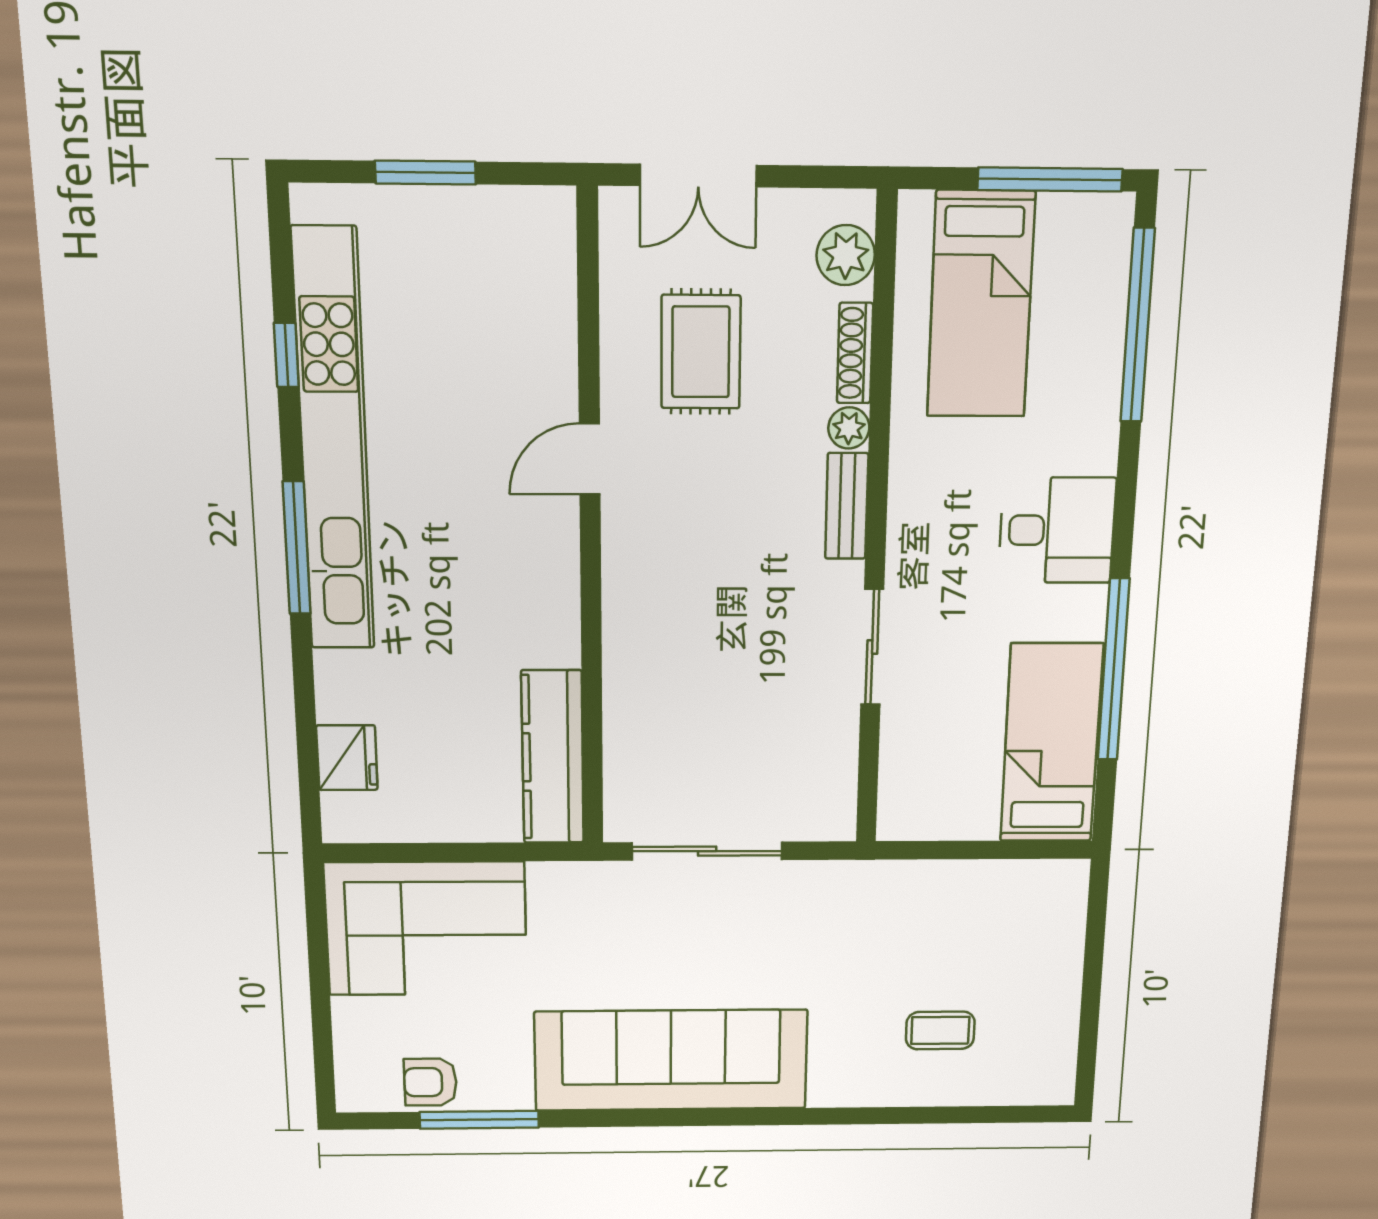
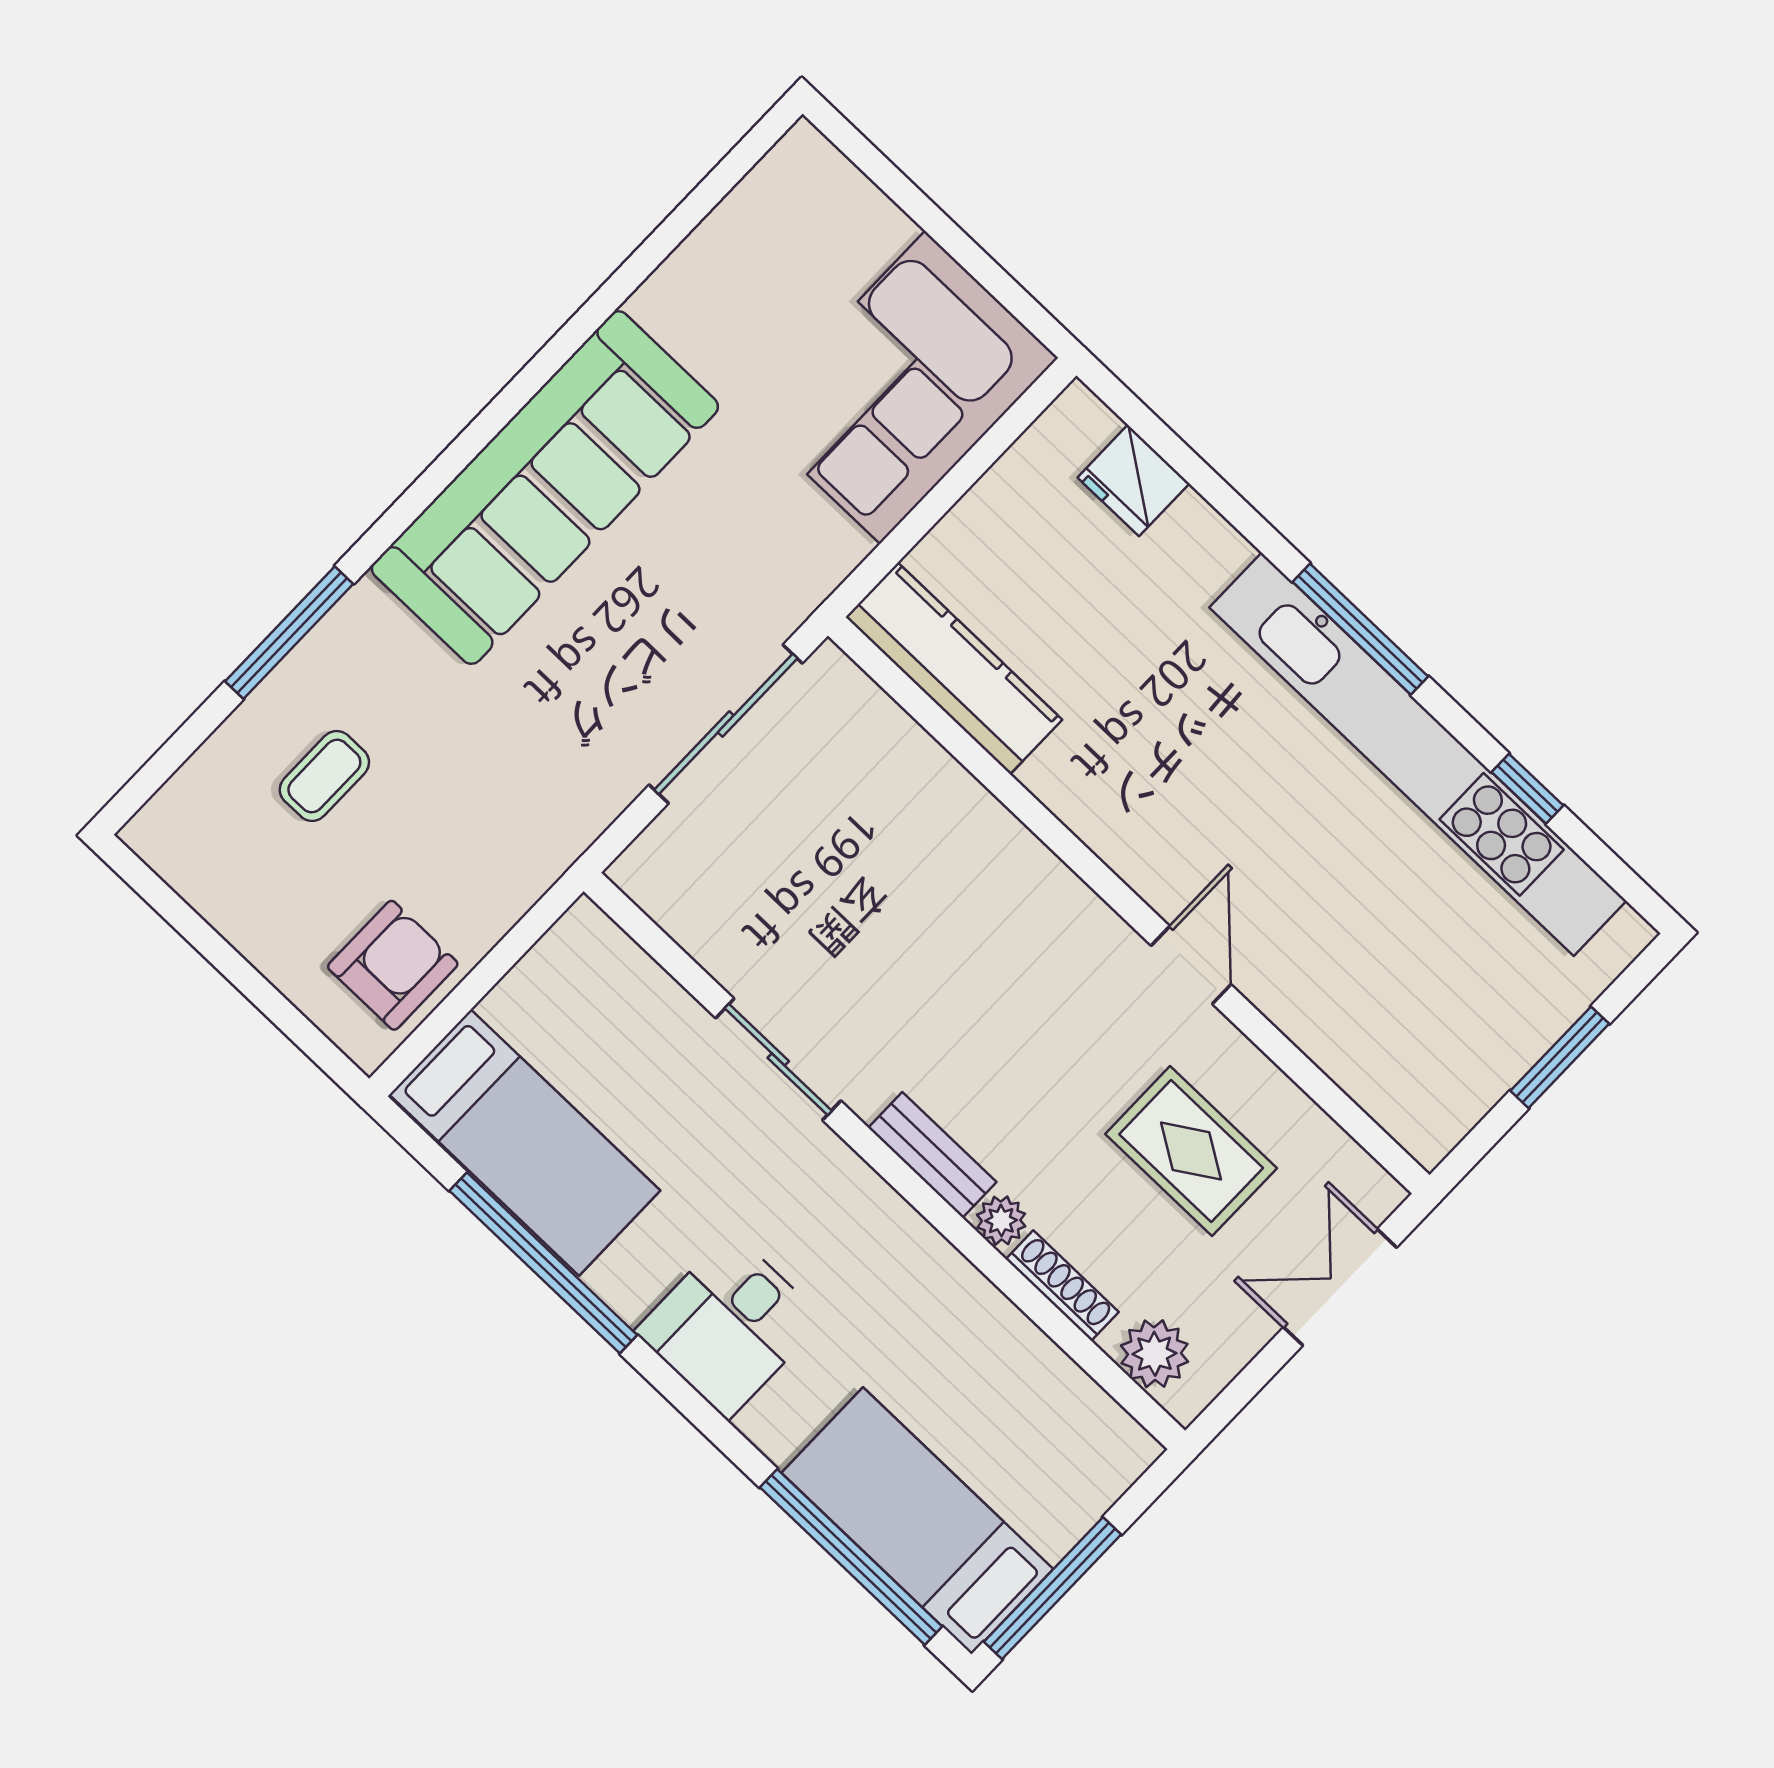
bed: (981, 305) -> (917, 1521), moved
armchair: (430, 1082) -> (393, 965), moved, width x1.38, depth x1.38
window: (479, 1120) -> (289, 633), moved

